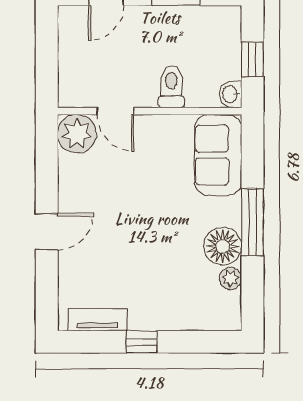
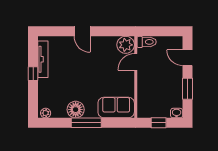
toilet: (171, 86) -> (147, 42), moved
washbasin: (231, 94) -> (177, 113), moved
plant: (230, 278) -> (46, 113), moved
tv unit: (98, 320) -> (43, 59), width x1.41

